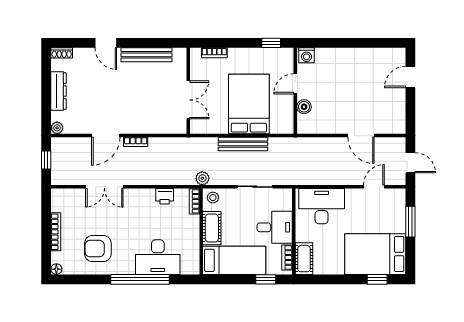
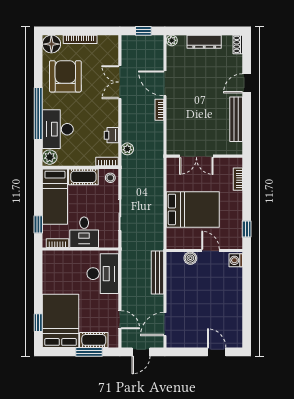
door: (361, 136) -> (165, 324), moved
bench: (243, 144) -> (157, 273), moved
plant: (202, 178) -> (127, 149), moved
armchair: (98, 249) -> (65, 76), width x1.36, depth x1.36
cot: (304, 259) -> (94, 340), moved
plant: (189, 266) -> (50, 157), added
floor lamp: (56, 269) -> (51, 44), width x1.89, depth x1.89

